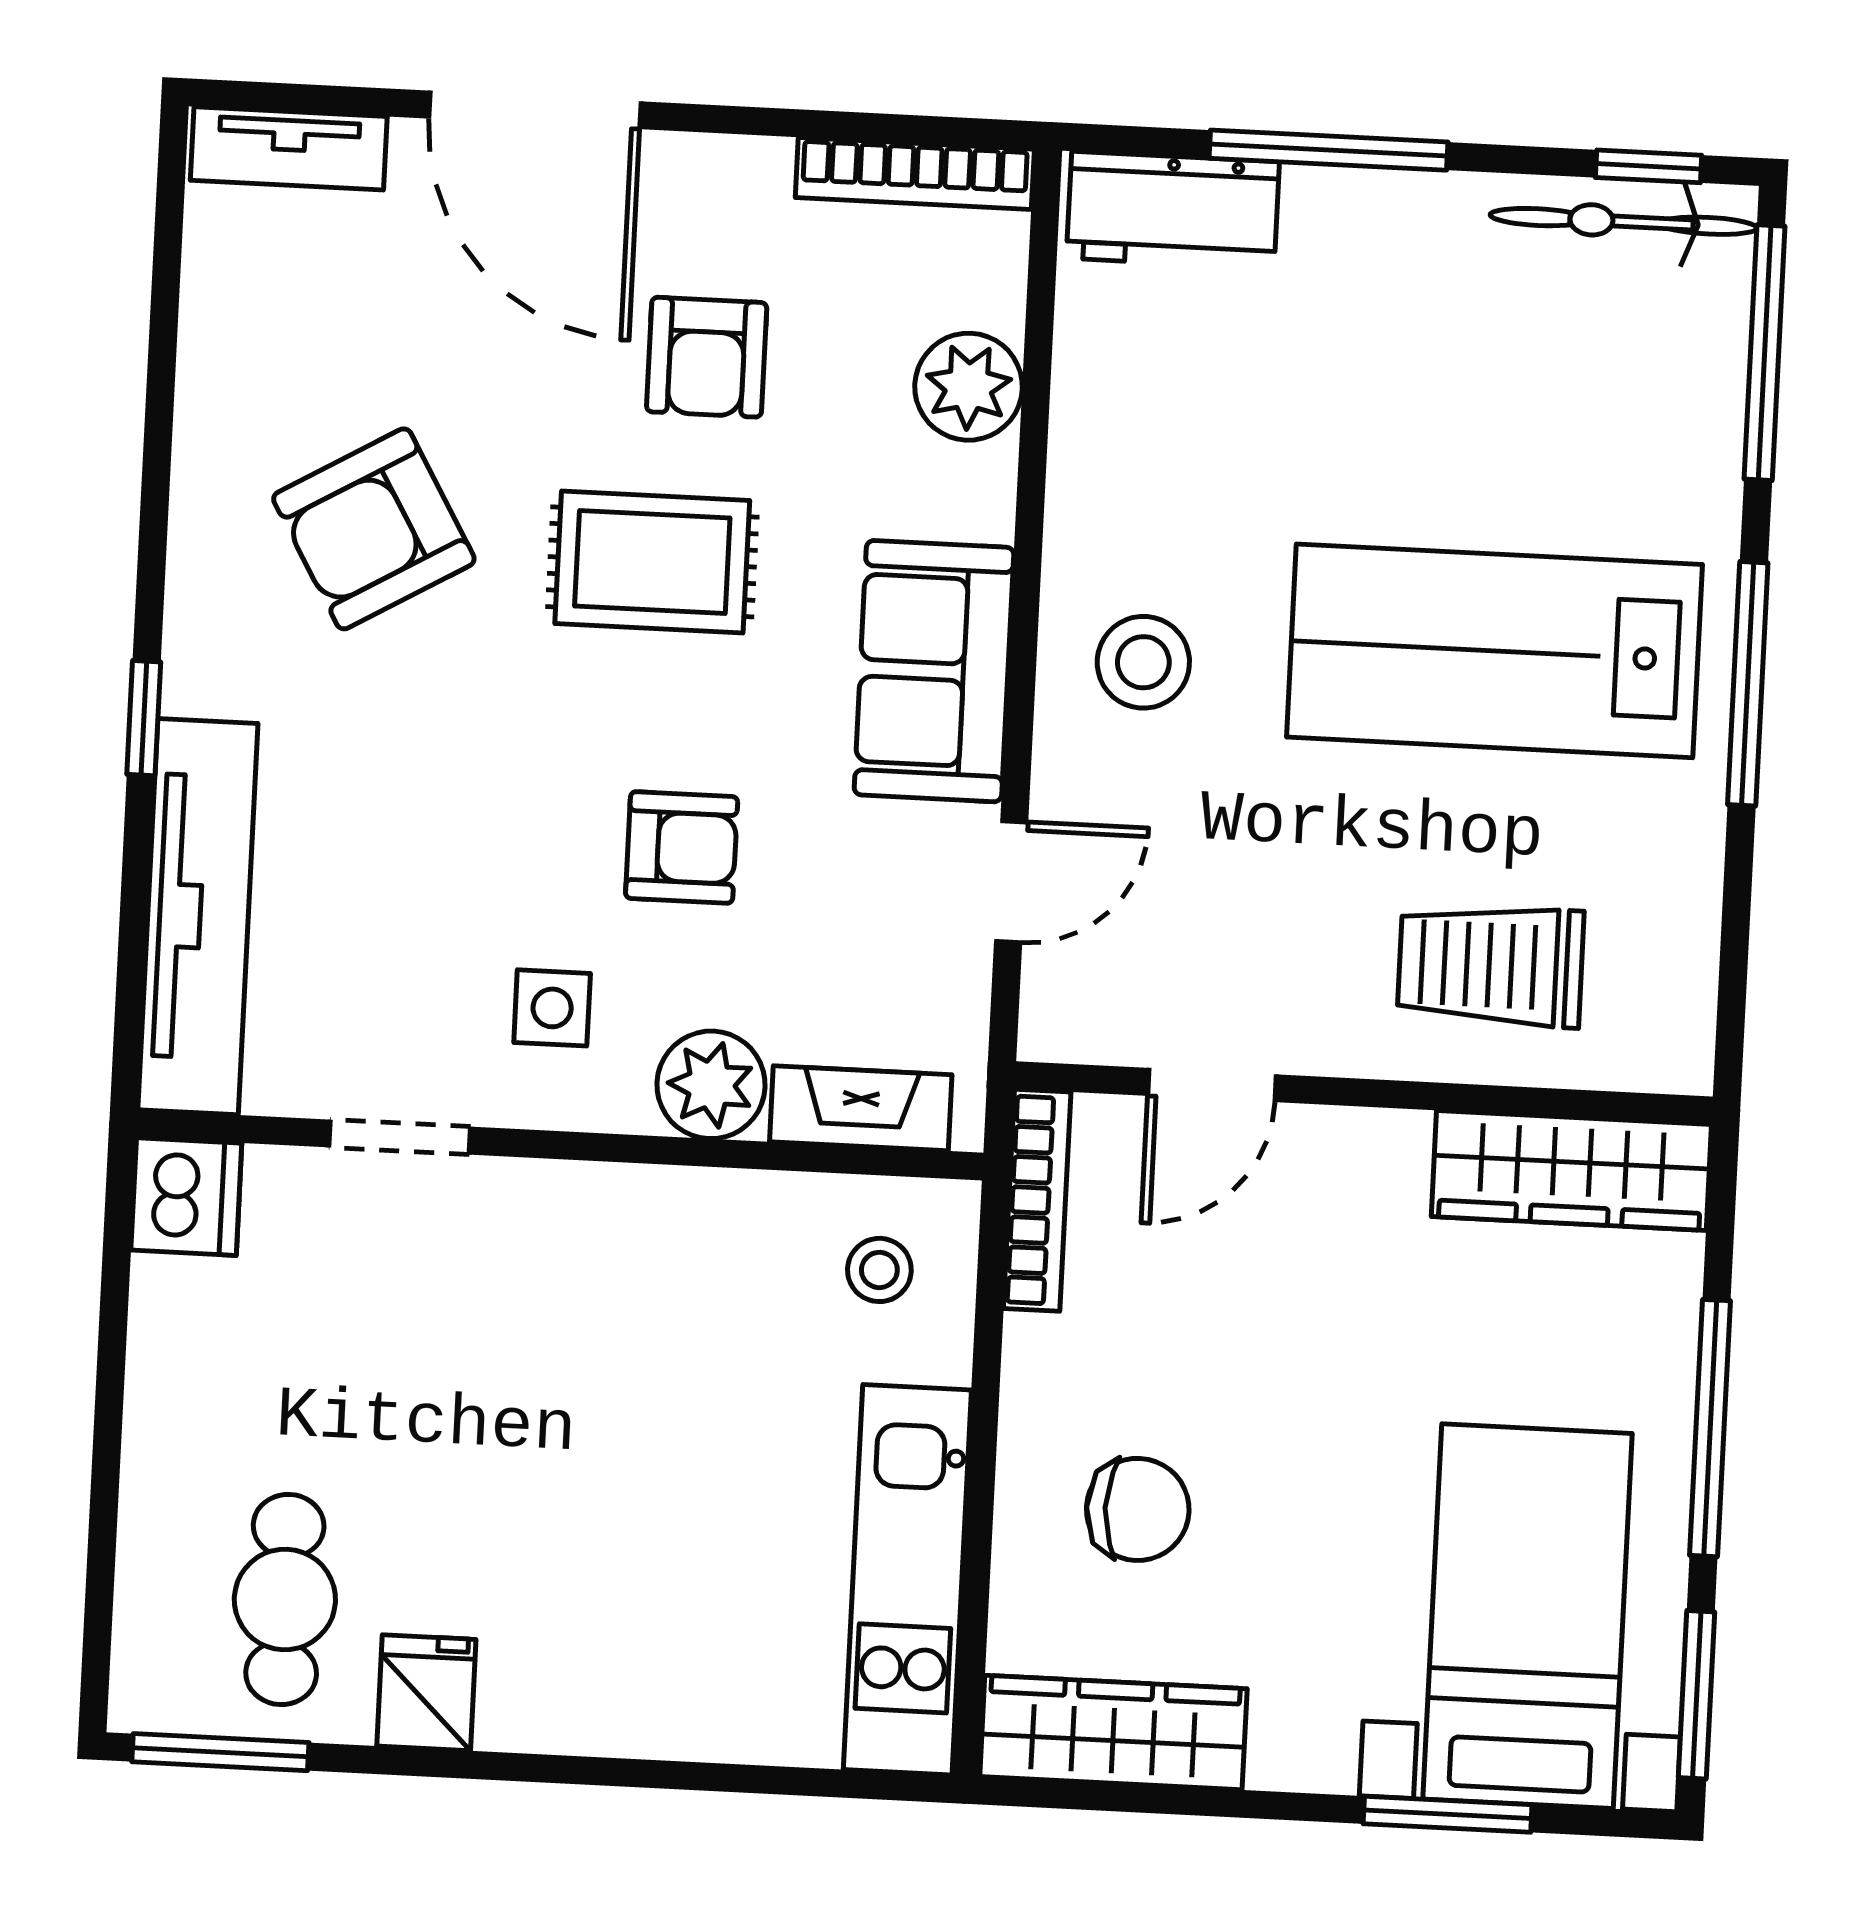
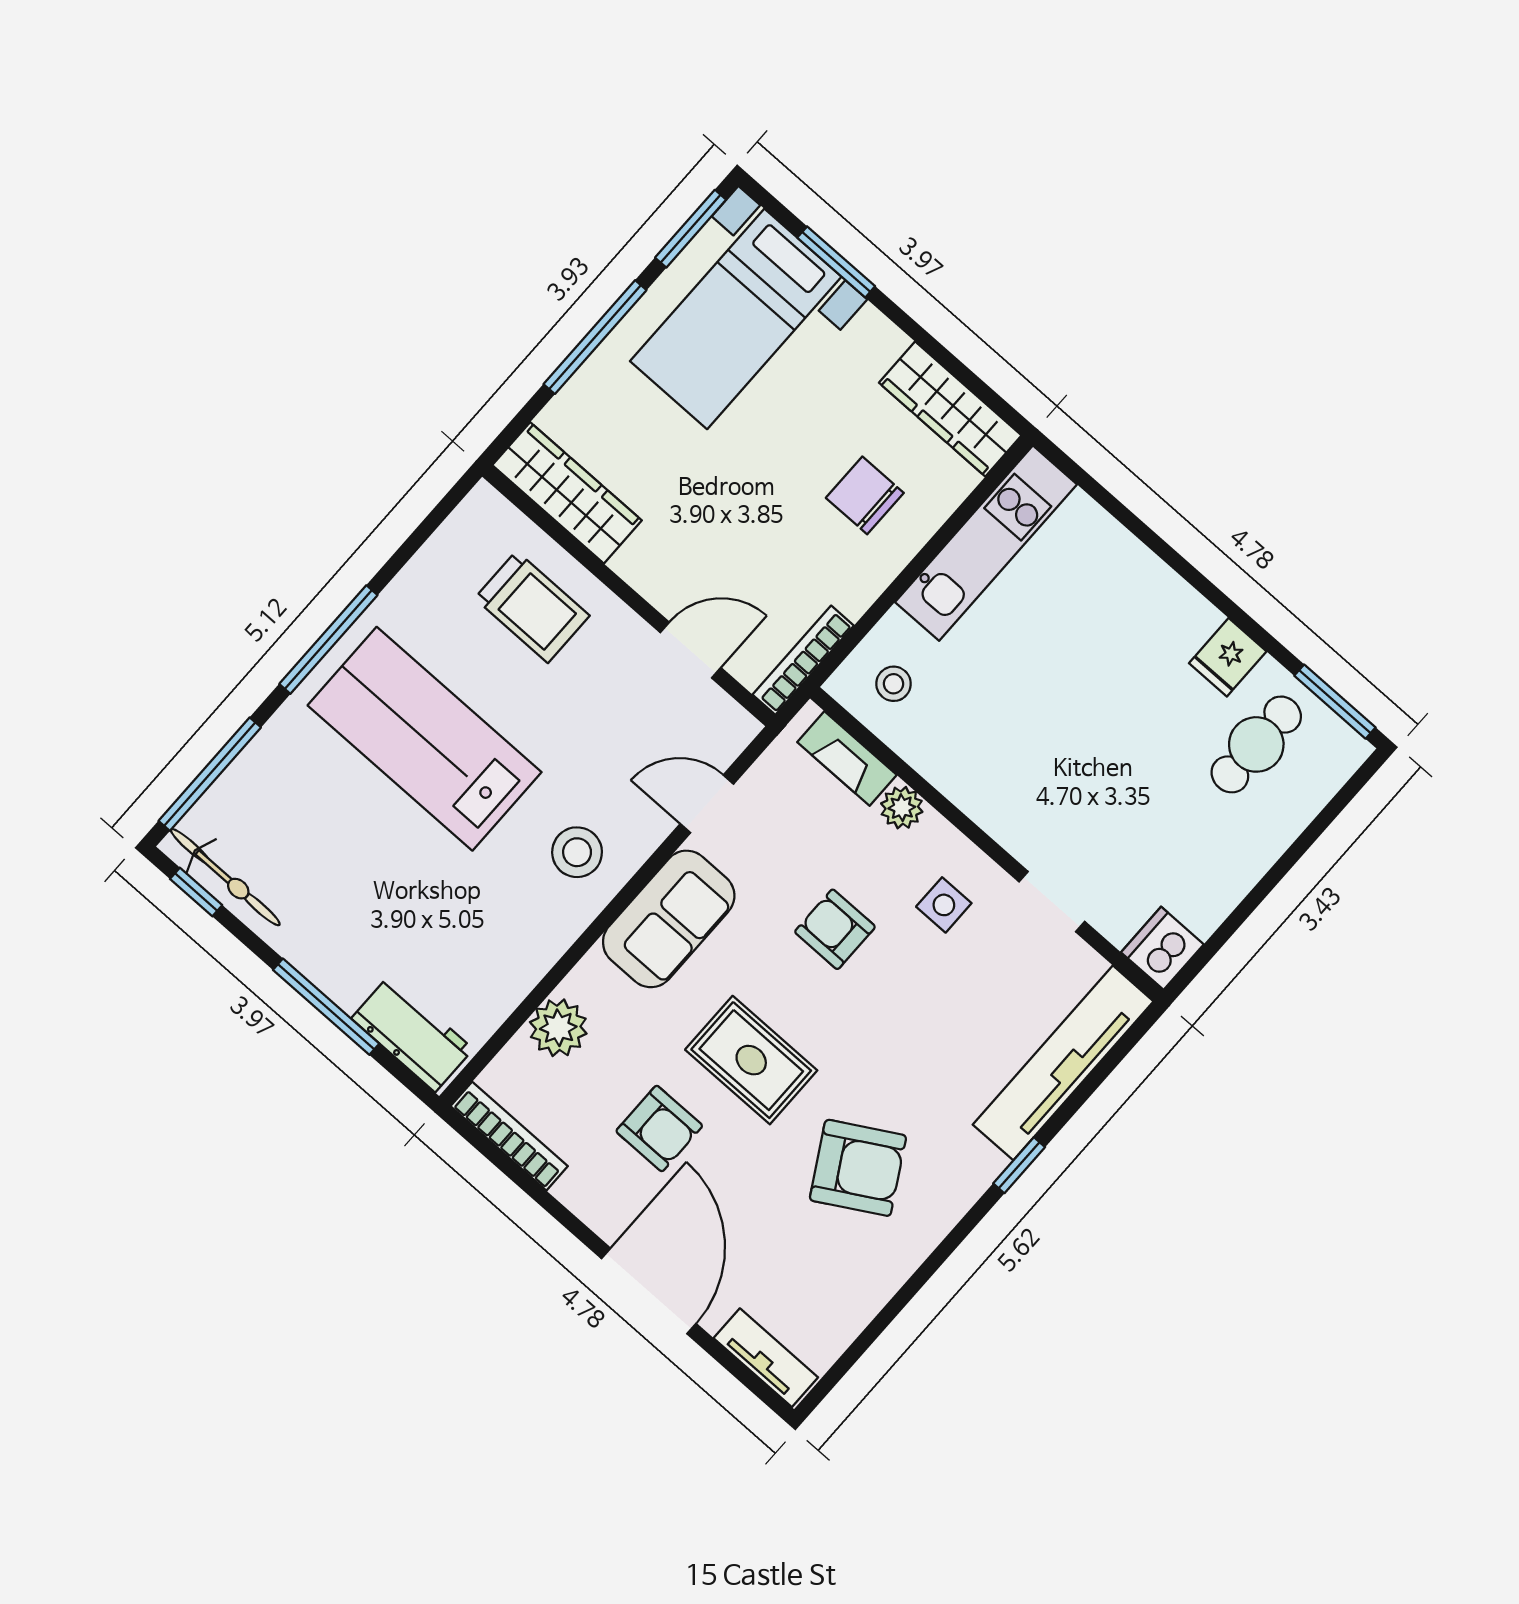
armchair: (707, 357) -> (659, 1128), turned 90
lab bench: (1495, 651) -> (425, 739), turned 180
plant: (711, 1085) -> (902, 808), width x0.73, depth x0.73

